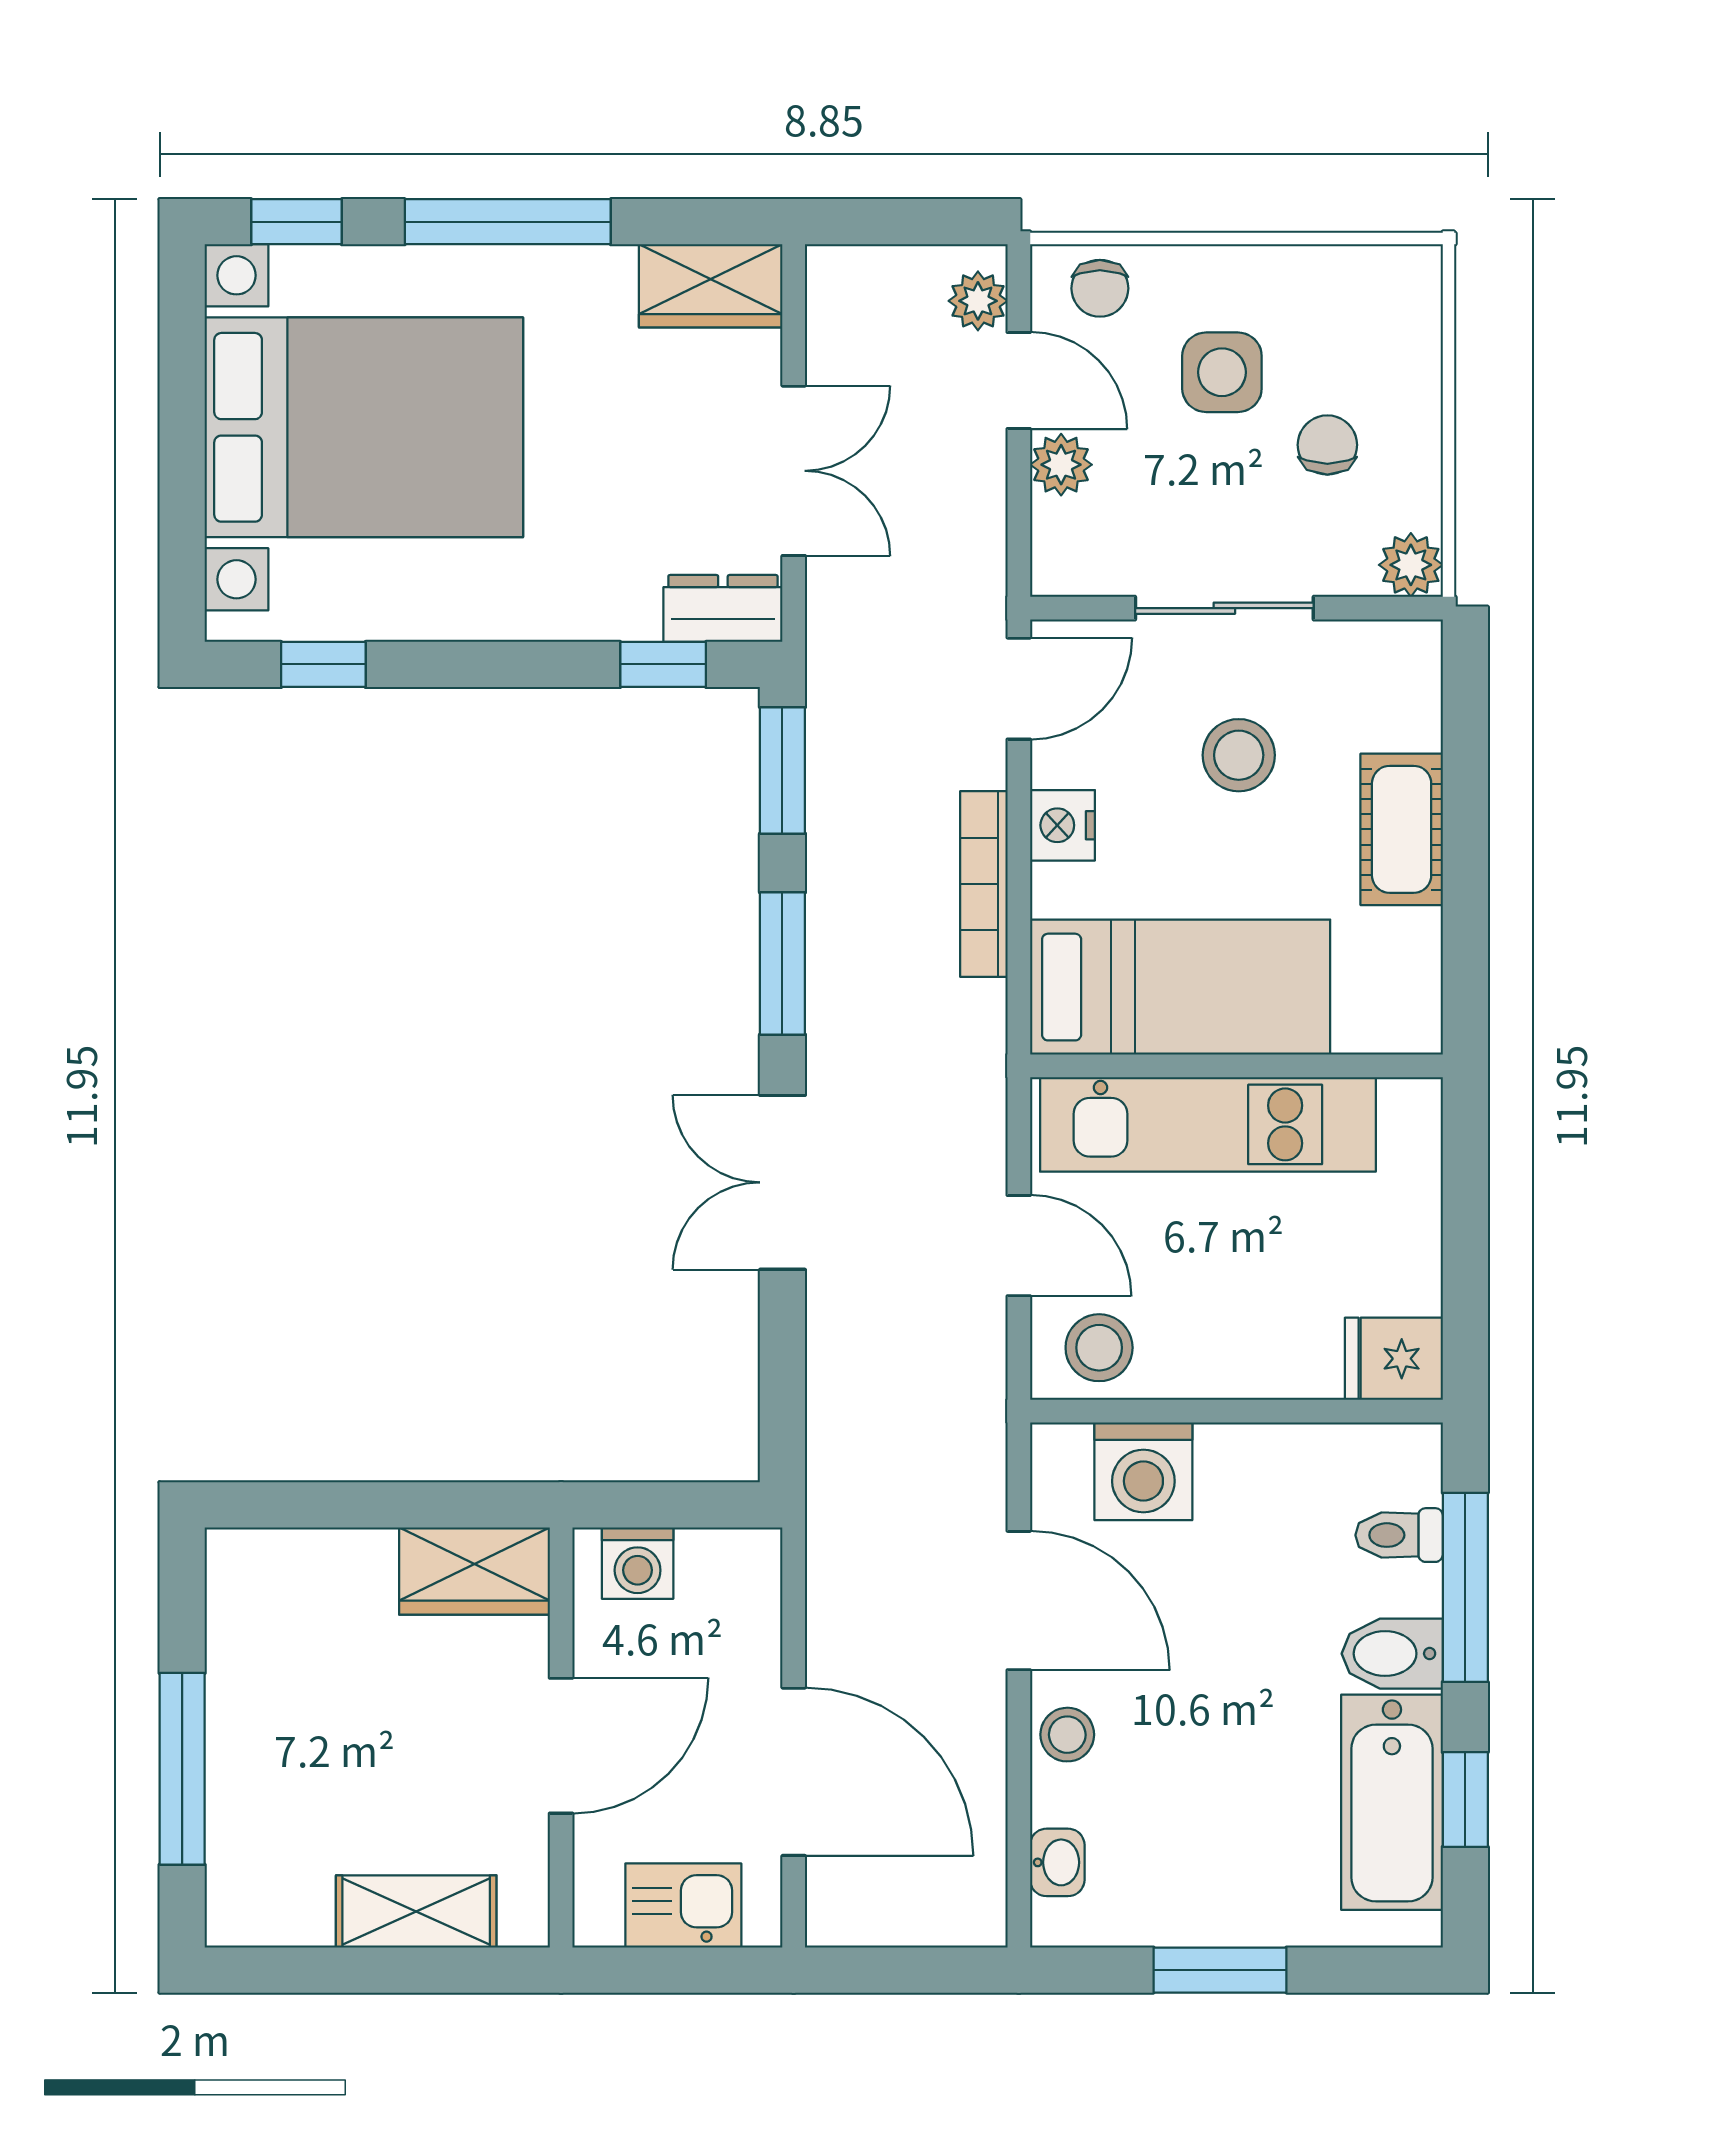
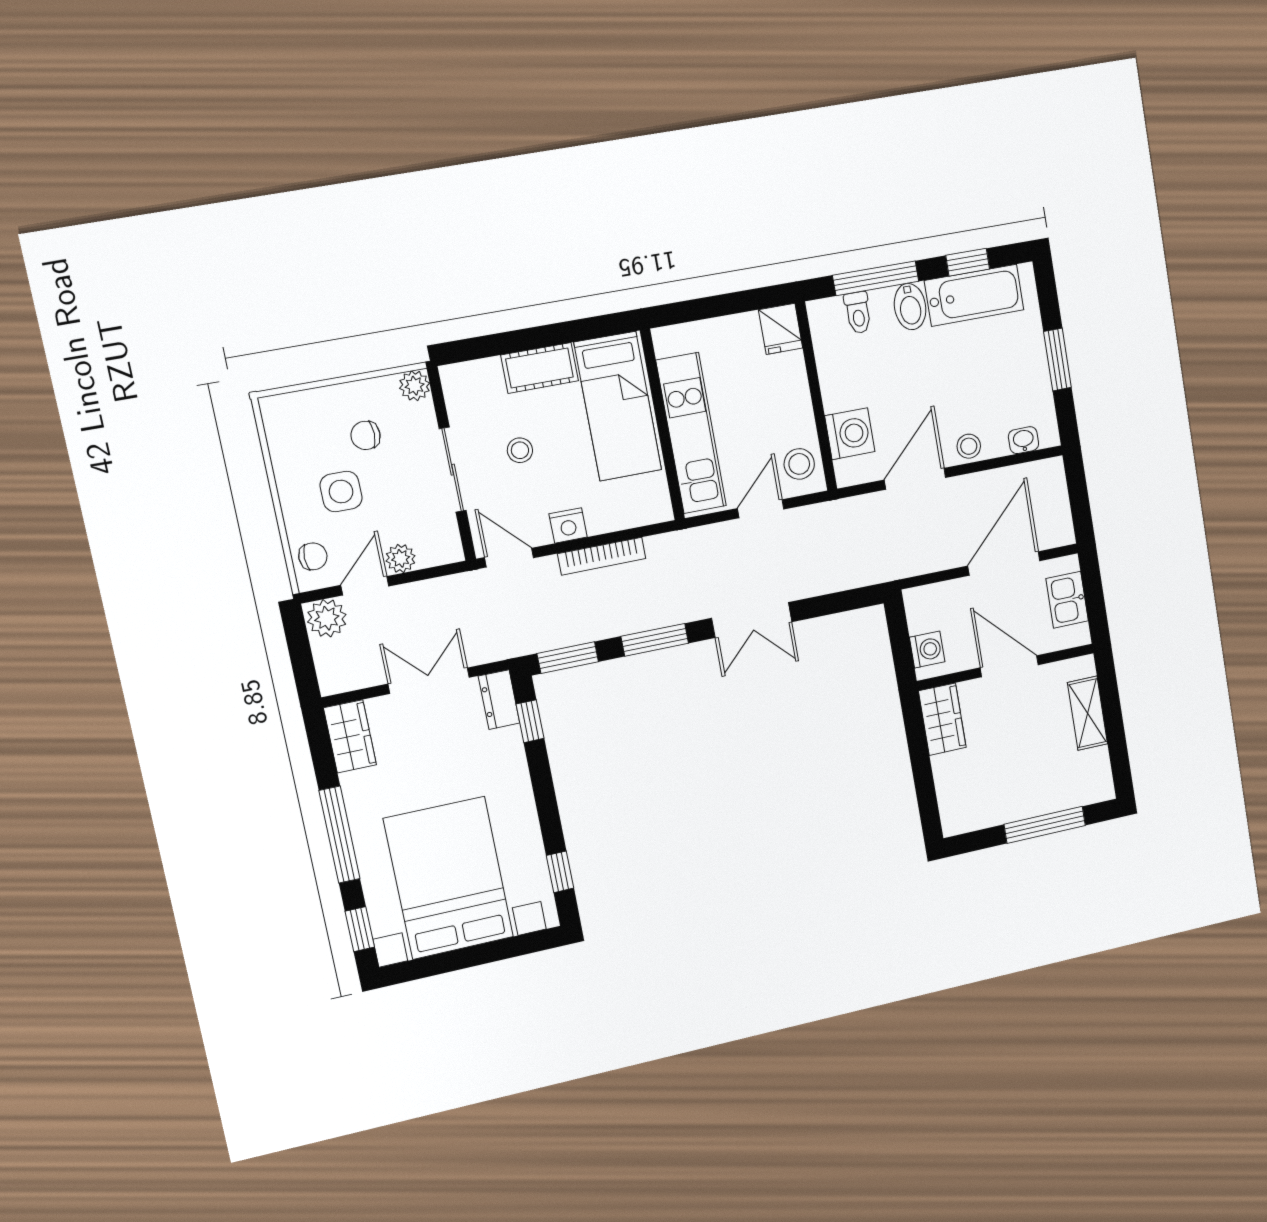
plant: (978, 301) -> (327, 618), width x1.38, depth x1.38
stool: (1239, 755) -> (520, 450), width x0.73, depth x0.73
bed: (1180, 987) -> (618, 406), moved, turned 180

